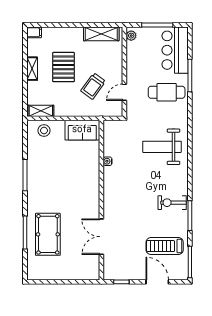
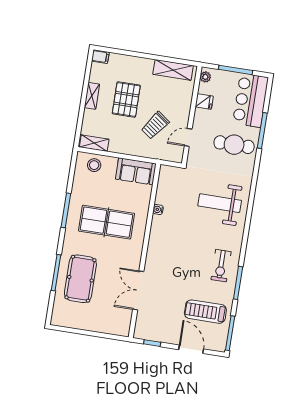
fridge: (134, 58) -> (204, 101), added
table tennis table: (63, 180) -> (106, 222), added
exercise bike: (172, 203) -> (221, 266), turned -90

